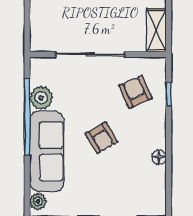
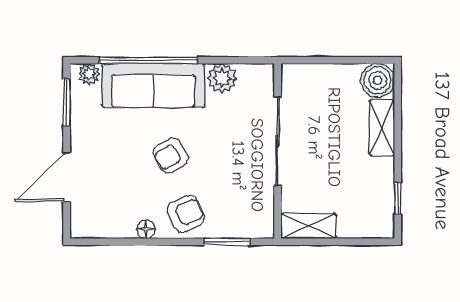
armchair: (135, 92) -> (186, 214), moved
window: (169, 94) -> (227, 242), width x1.50
window: (27, 117) -> (148, 60), moved

